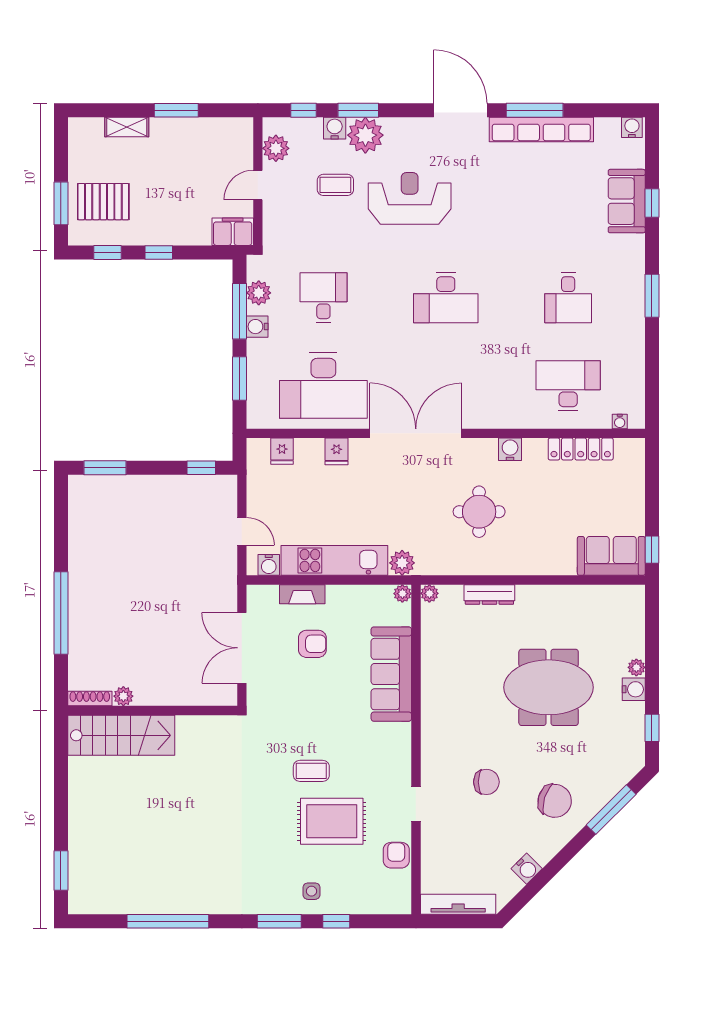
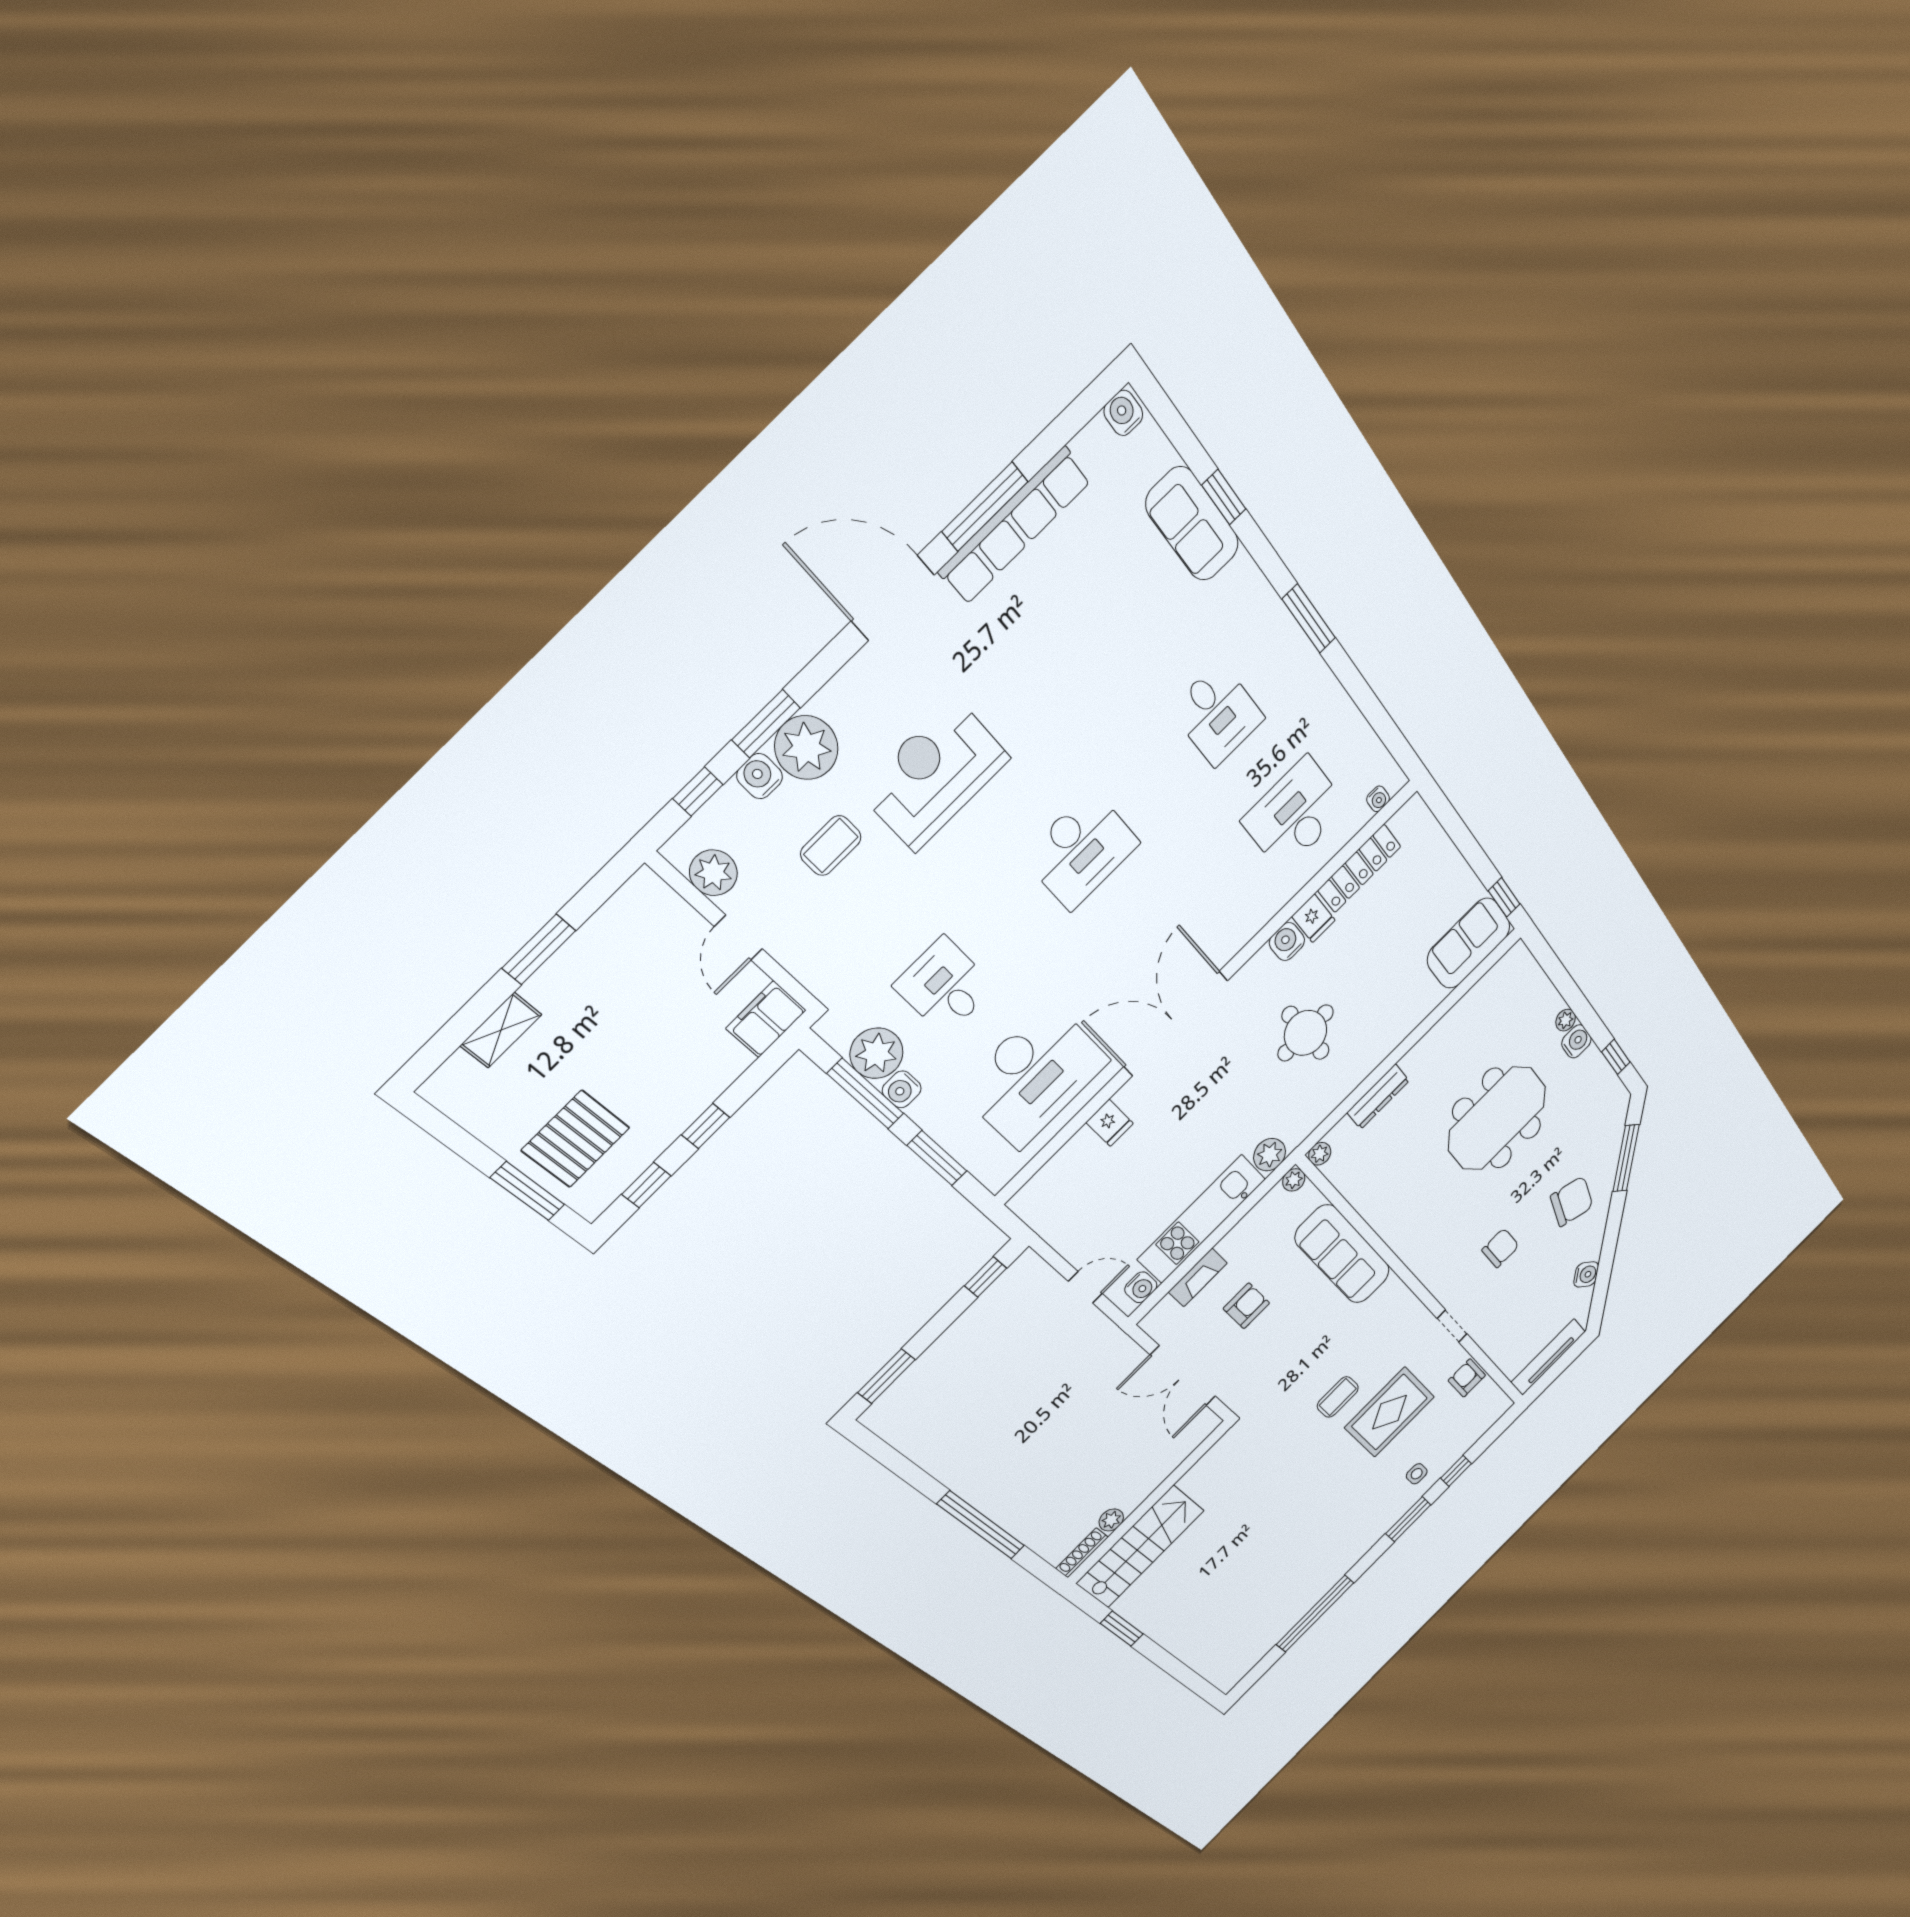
plant: (259, 293) -> (877, 1053), width x1.36, depth x1.36
fridge: (282, 451) -> (1313, 918), moved
window: (61, 870) -> (1122, 1629), moved

